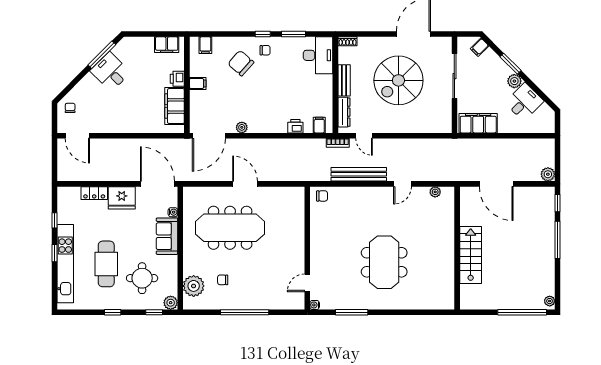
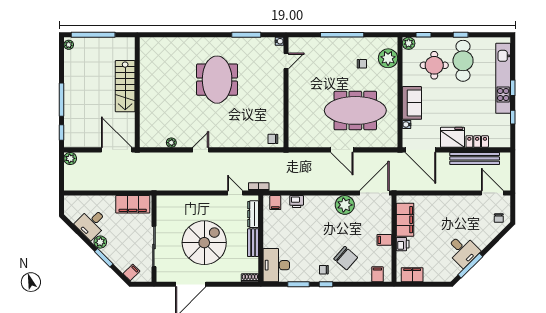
plant: (242, 127) -> (345, 205), width x1.88, depth x1.88
bench: (359, 174) -> (475, 158), moved
wall: (457, 248) -> (137, 92), moved
stairs: (471, 255) -> (125, 86), moved
cafe table: (106, 264) -> (463, 61), moved

